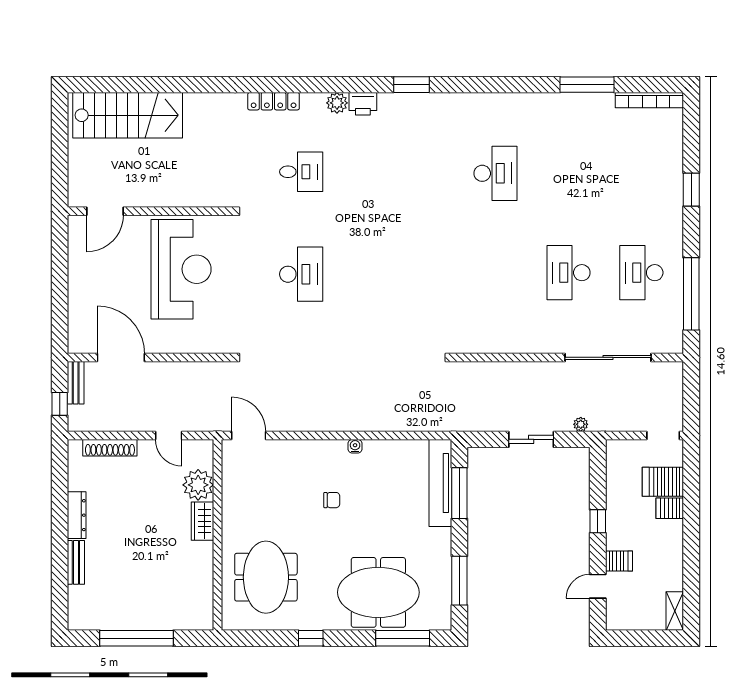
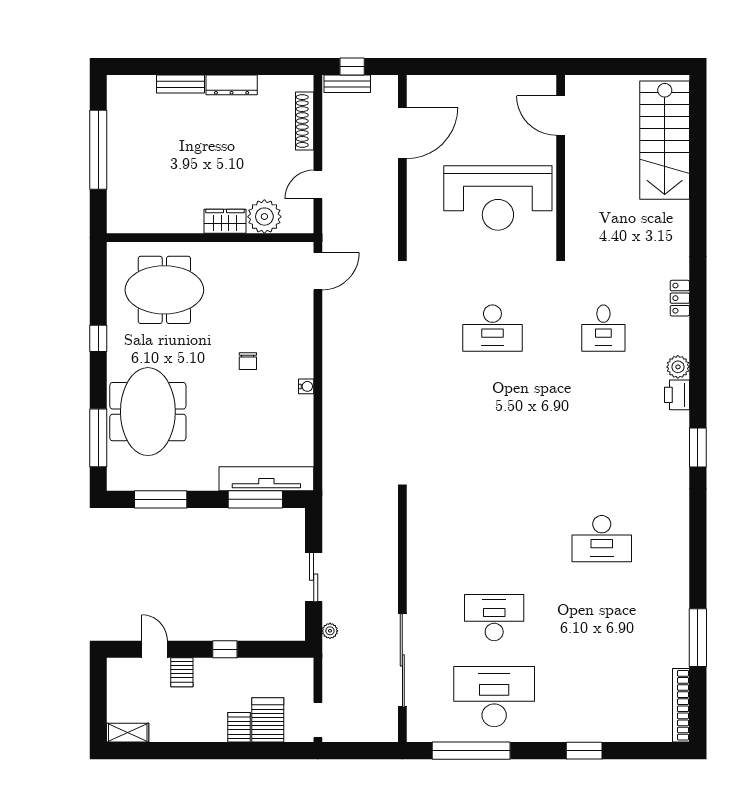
locker: (274, 101) -> (680, 298), width x0.66
desk: (641, 273) -> (494, 697), width x1.36, depth x1.30
bench: (76, 383) -> (347, 84), moved

